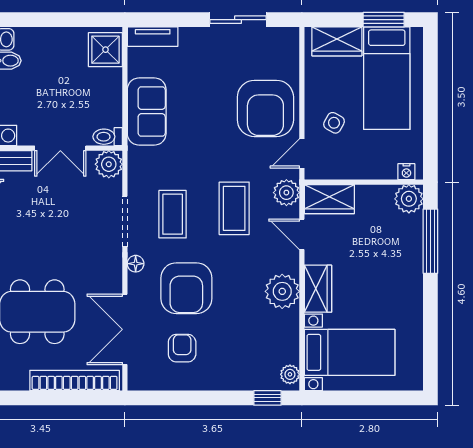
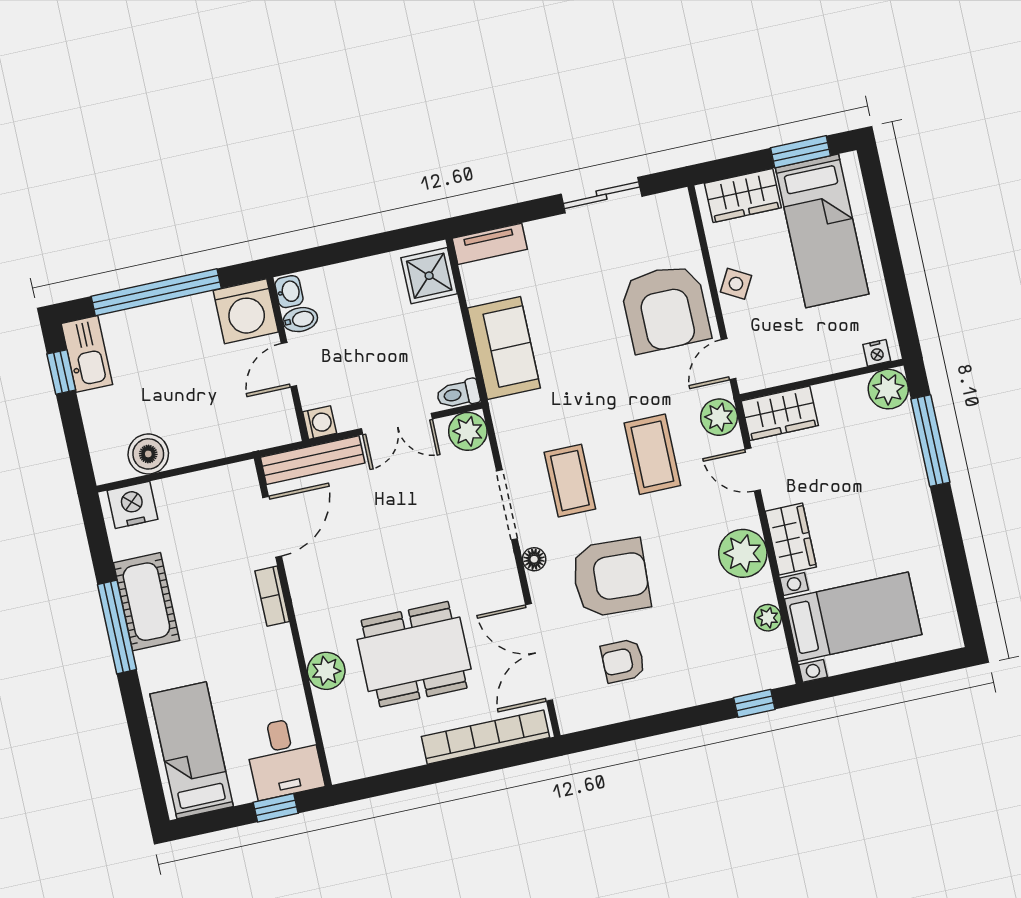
side table: (334, 123) -> (736, 284), moved
armchair: (186, 288) -> (611, 578), turned -87
armchair: (182, 348) -> (623, 661), turned -90
plant: (290, 374) -> (768, 618), moved

